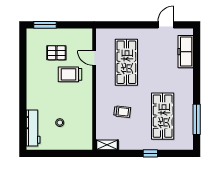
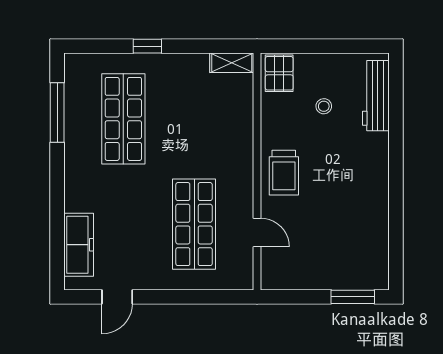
pallet: (56, 53) -> (279, 73), moved, turned 90
trolley: (70, 74) -> (284, 173), moved, turned 90
trolley: (122, 112) -> (202, 128), removed

